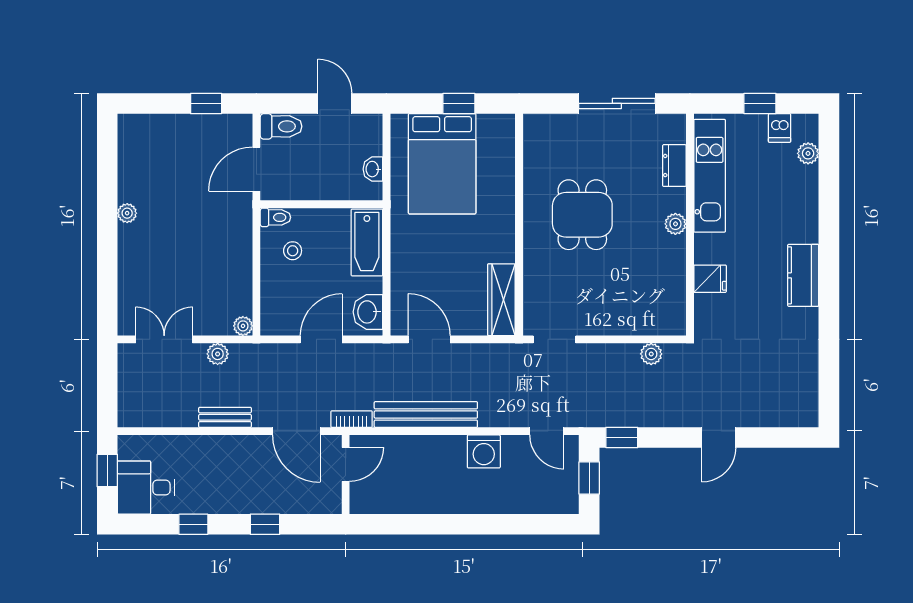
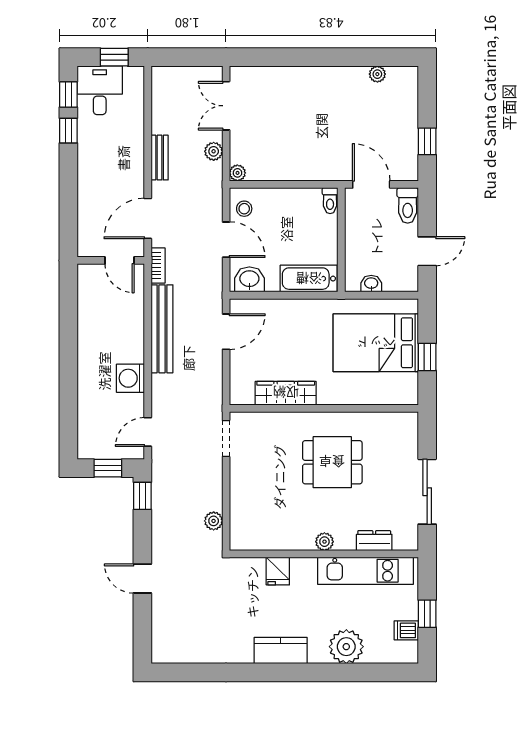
plant: (808, 153) -> (346, 647), moved, width x1.88, depth x1.88
plant: (127, 213) -> (377, 74), moved
stool: (293, 251) -> (244, 209), moved
wardrobe: (501, 300) -> (286, 393), moved
double door: (164, 339) -> (226, 106), swing flipped
window: (265, 524) -> (68, 95), moved

